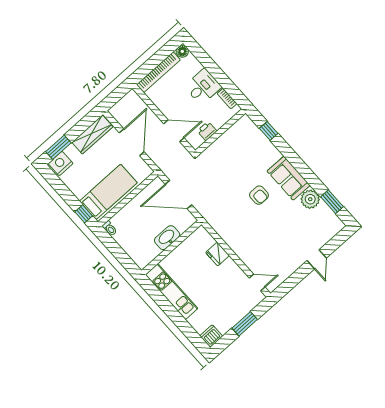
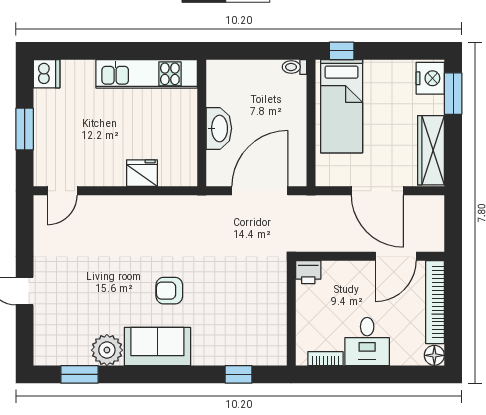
door: (174, 131) -> (396, 256), moved
printer: (207, 131) -> (308, 272), moved, turned 90

